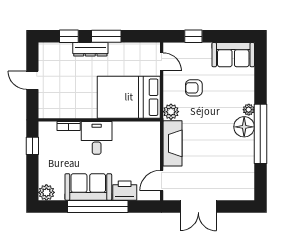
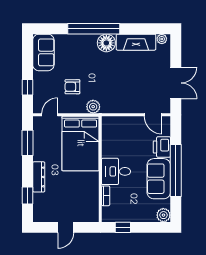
window: (106, 36) -> (27, 143), moved
armchair: (194, 88) -> (72, 87), turned 90
plant: (249, 110) -> (162, 39), moved
window: (260, 134) -> (94, 29), moved
fireplace: (172, 143) -> (136, 42), moved, turned 180

